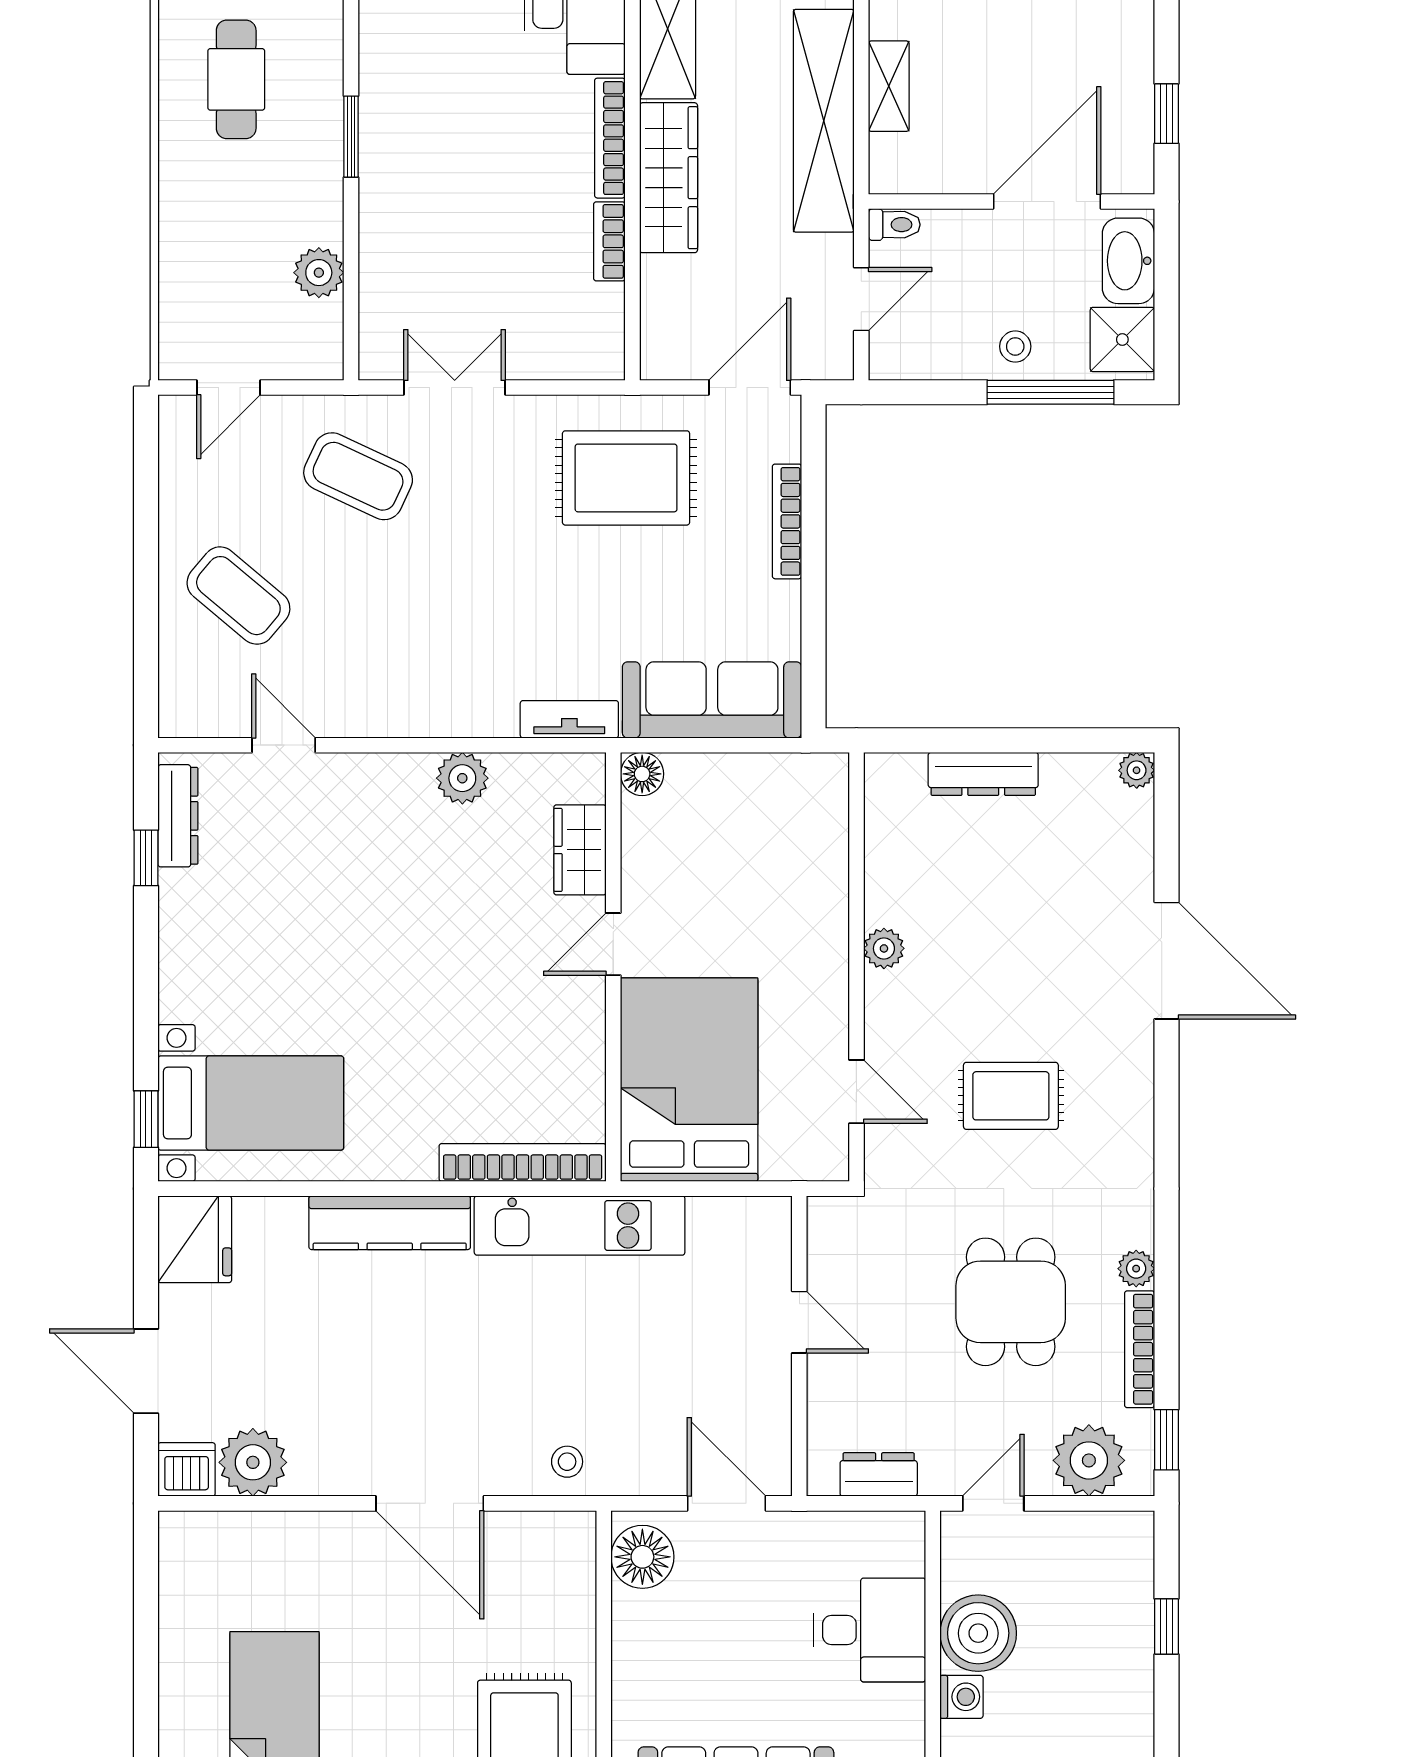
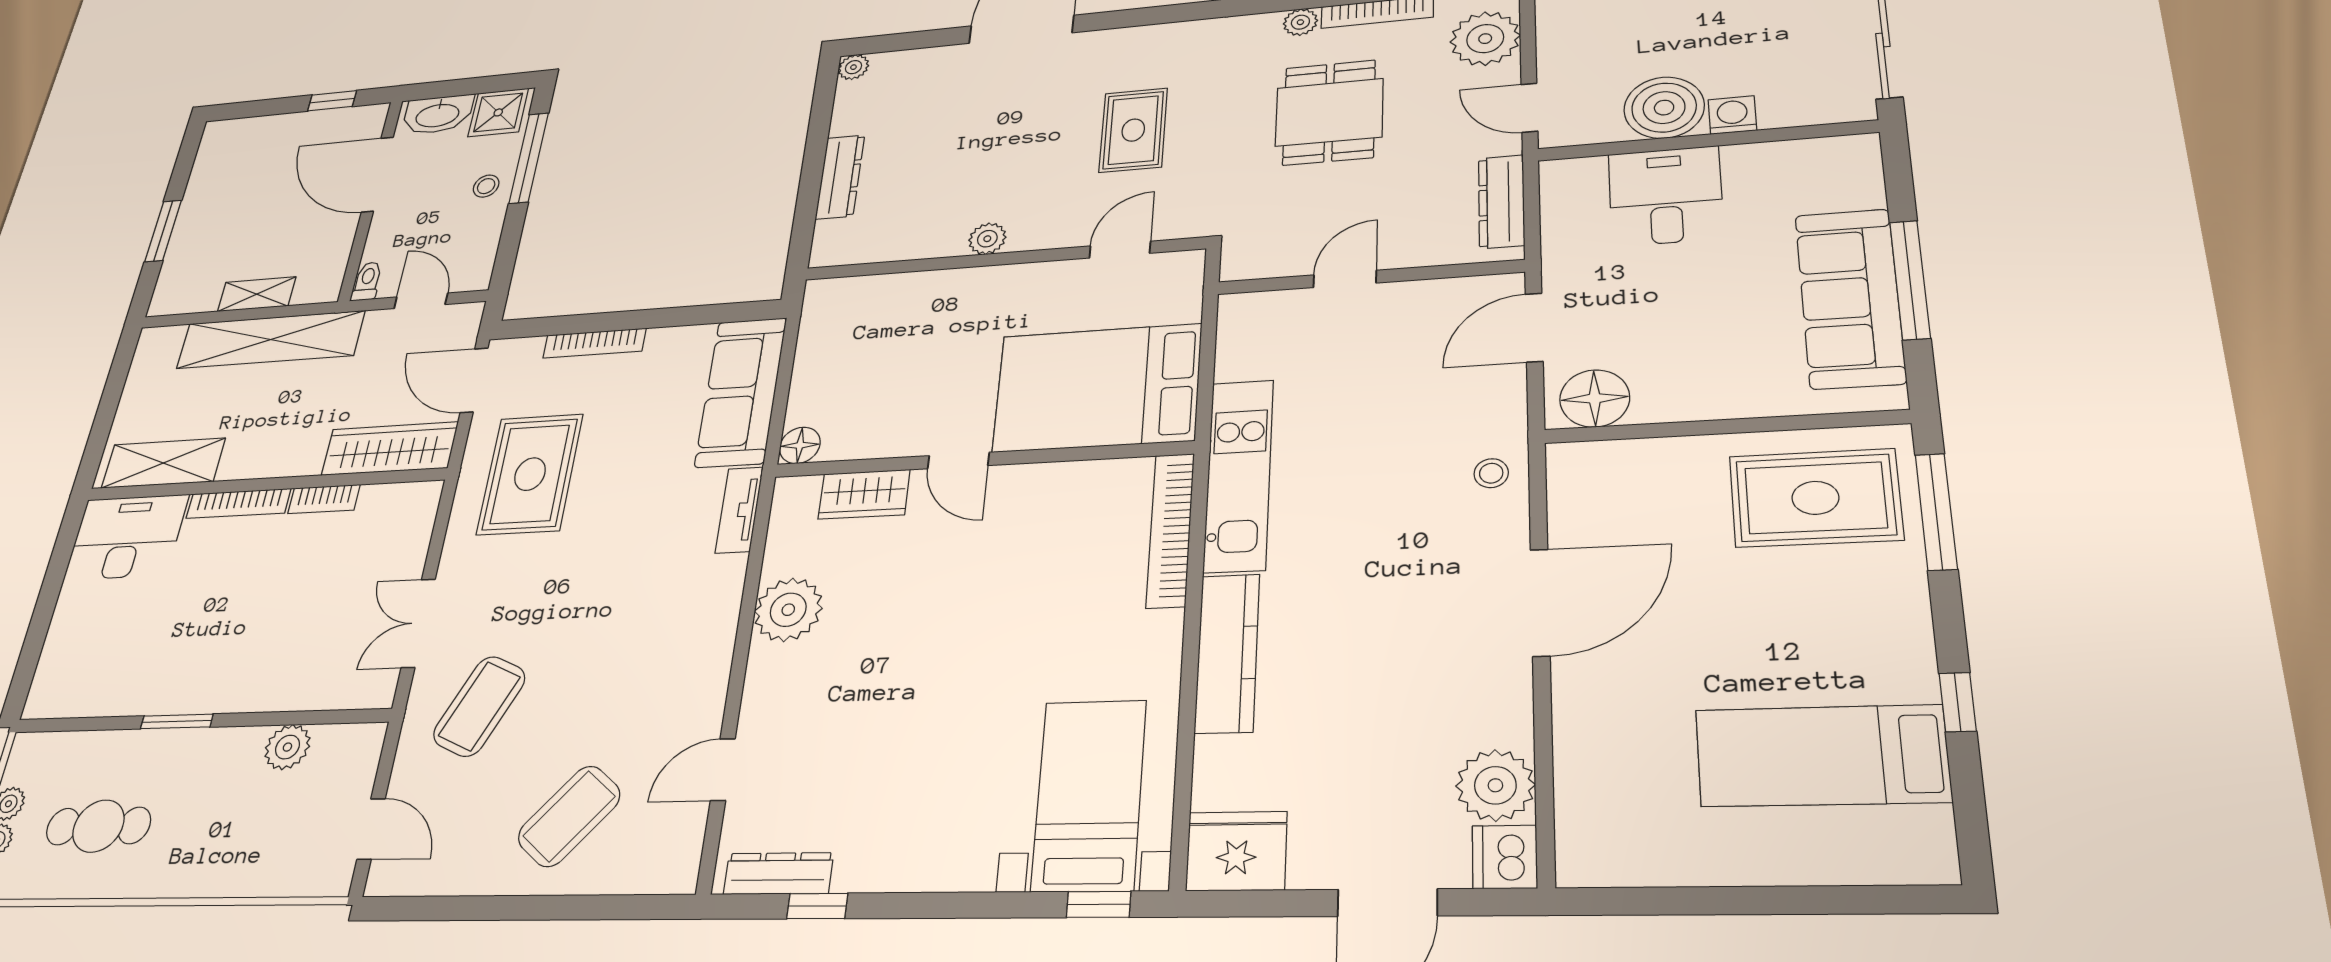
wardrobe: (669, 178) -> (390, 449), moved
plant: (462, 778) -> (788, 610), width x1.36, depth x1.36
dining table: (1011, 1302) -> (1329, 112), turned 90
dresser: (879, 1474) -> (1501, 202), width x1.44

